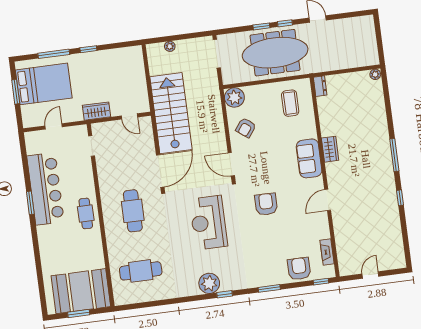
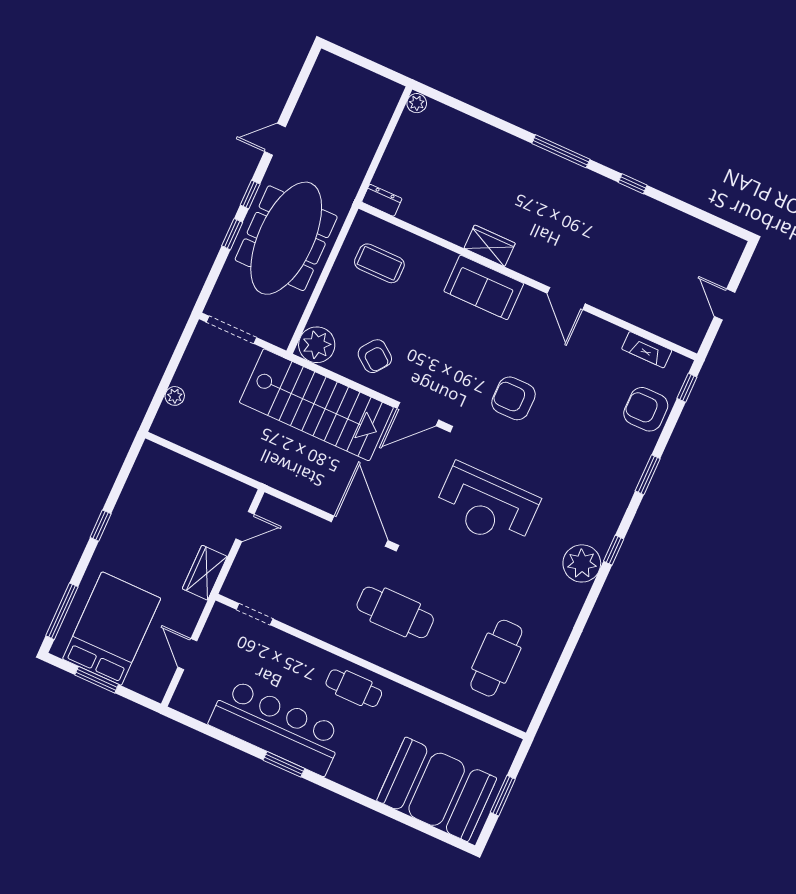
window: (54, 54) -> (62, 611), moved
stairs: (171, 113) -> (316, 405), moved, turned 180
booth: (81, 291) -> (437, 789), moved, turned 90

